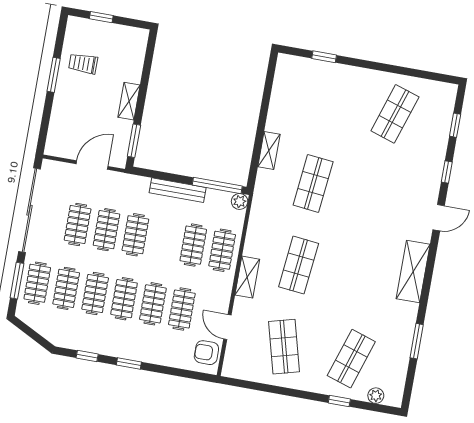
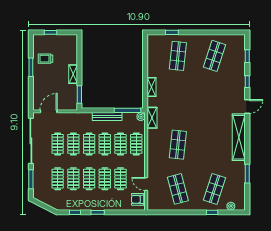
door: (92, 165) -> (49, 111), moved
shop shelf: (313, 183) -> (178, 56), moved
shelving: (413, 271) -> (239, 137), width x1.47
shelving: (247, 277) -> (152, 118), moved
clothes rail: (37, 283) -> (105, 144), moved

